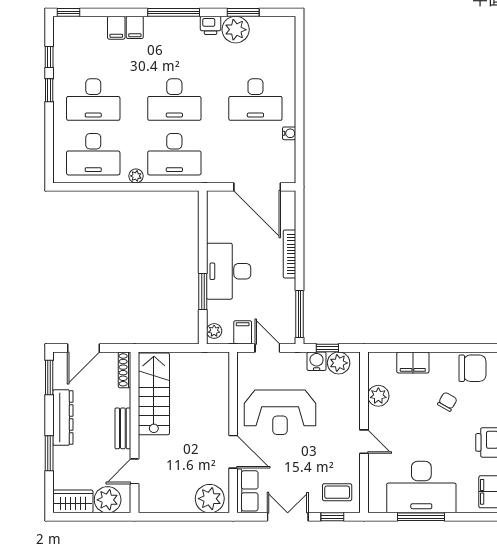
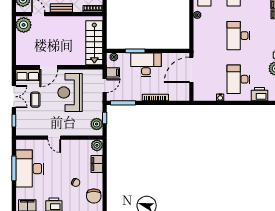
printer: (283, 60) -> (260, 94), added
desk: (174, 154) -> (209, 36), removed
door: (257, 187) -> (191, 70), moved
water cooler: (317, 361) -> (98, 112), removed
stairs: (154, 394) -> (94, 43), moved, turned 90
plant: (378, 396) -> (97, 145), moved
door: (364, 442) -> (54, 138), hinge flipped
coffee table: (337, 492) -> (35, 100), moved
plant: (210, 499) -> (24, 25), moved

